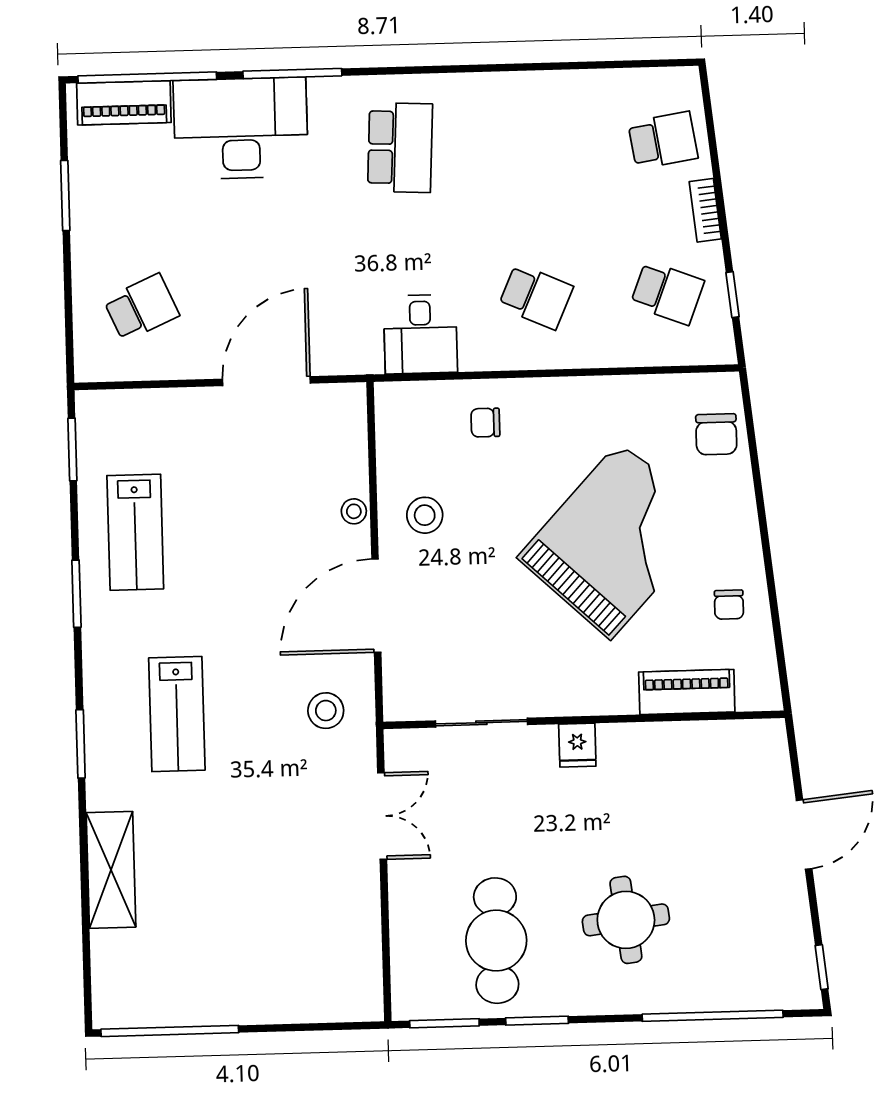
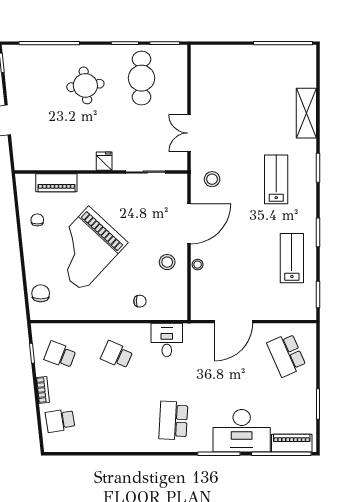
school desk: (141, 308) -> (287, 355), width x1.85

